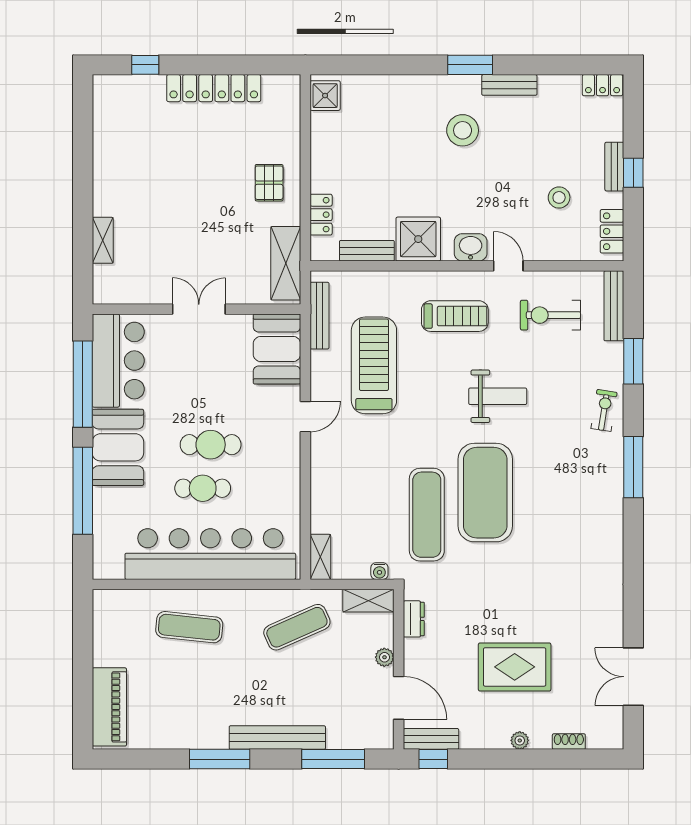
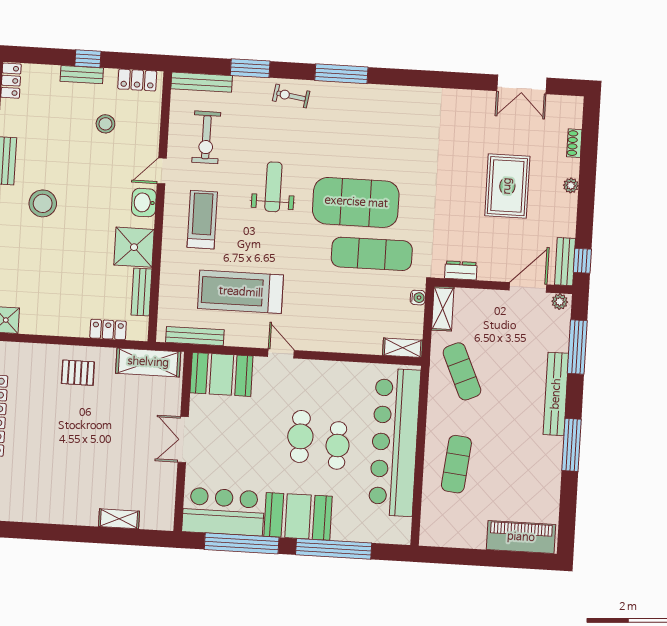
plant: (384, 657) -> (560, 302), moved

